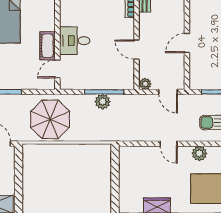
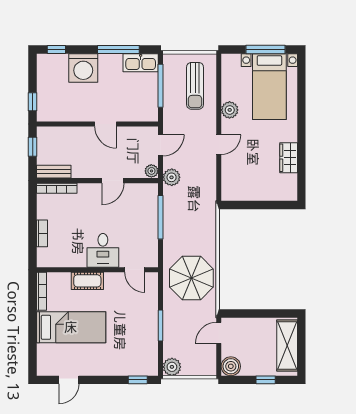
cot: (47, 46) -> (87, 281), moved
plant: (103, 102) -> (172, 177), moved

